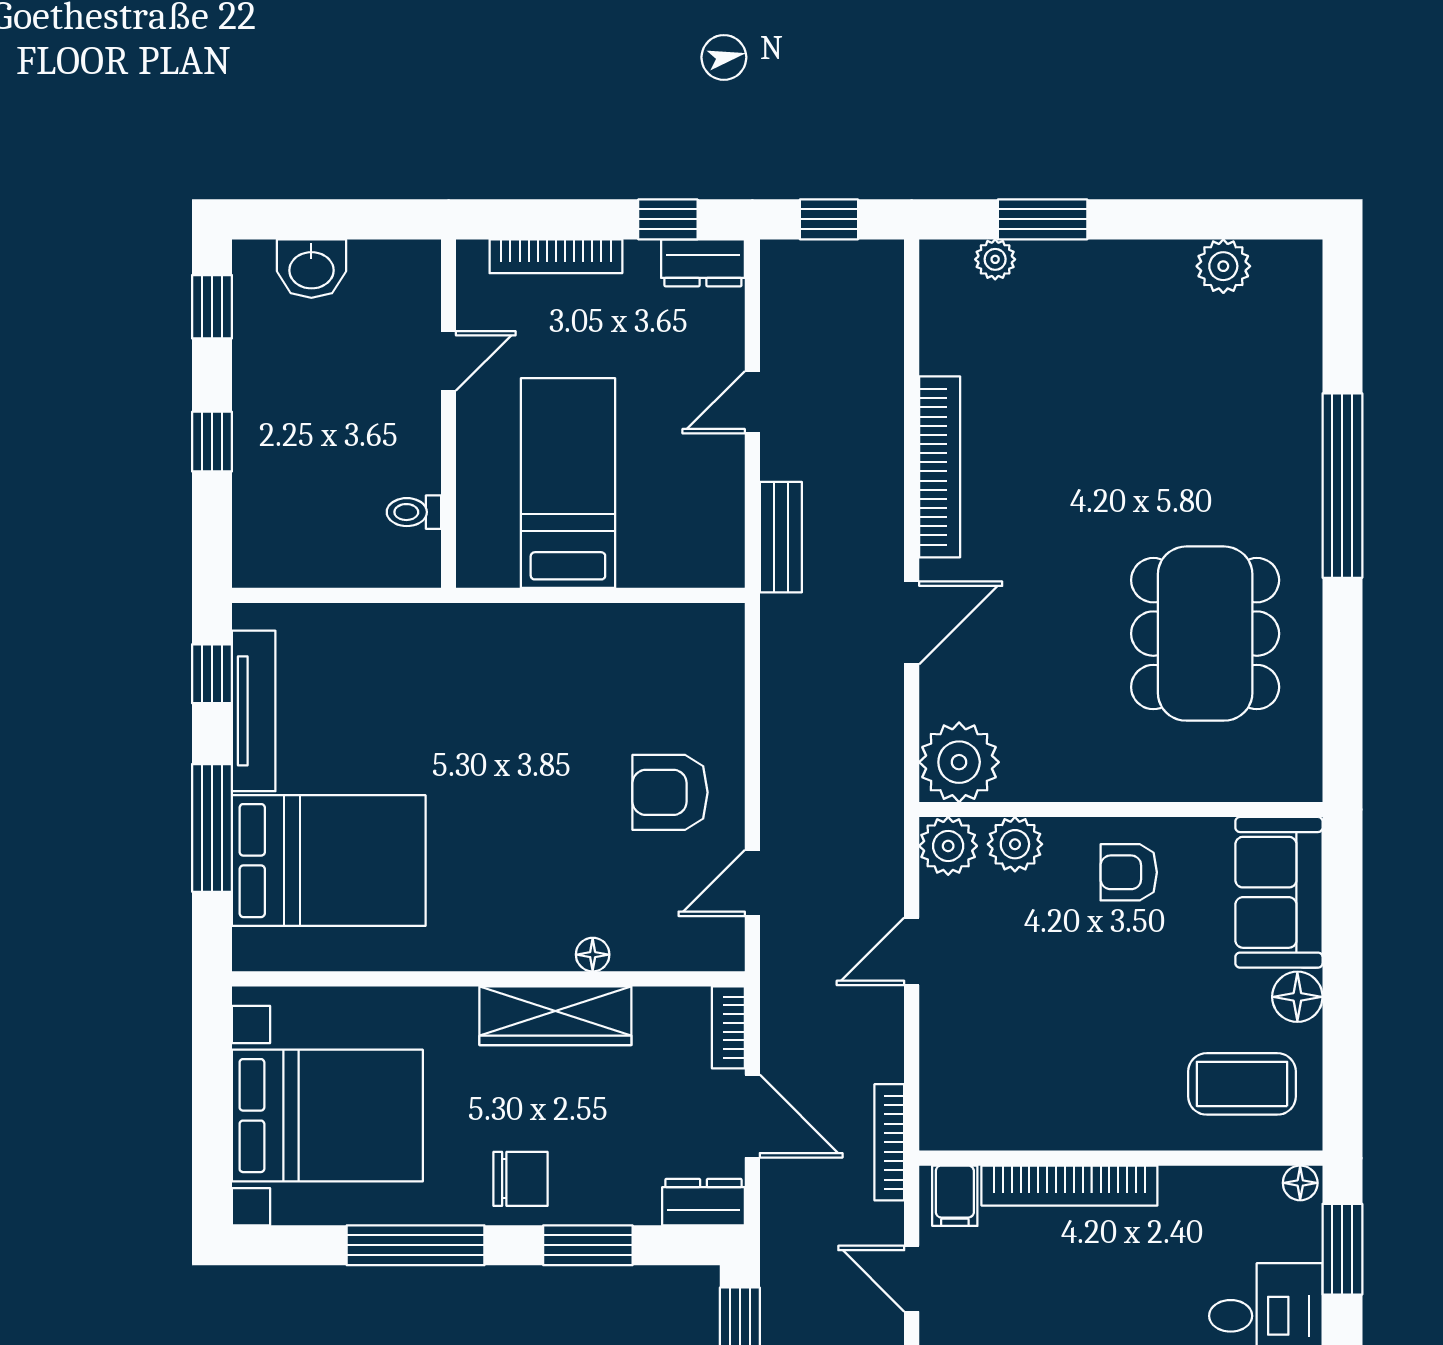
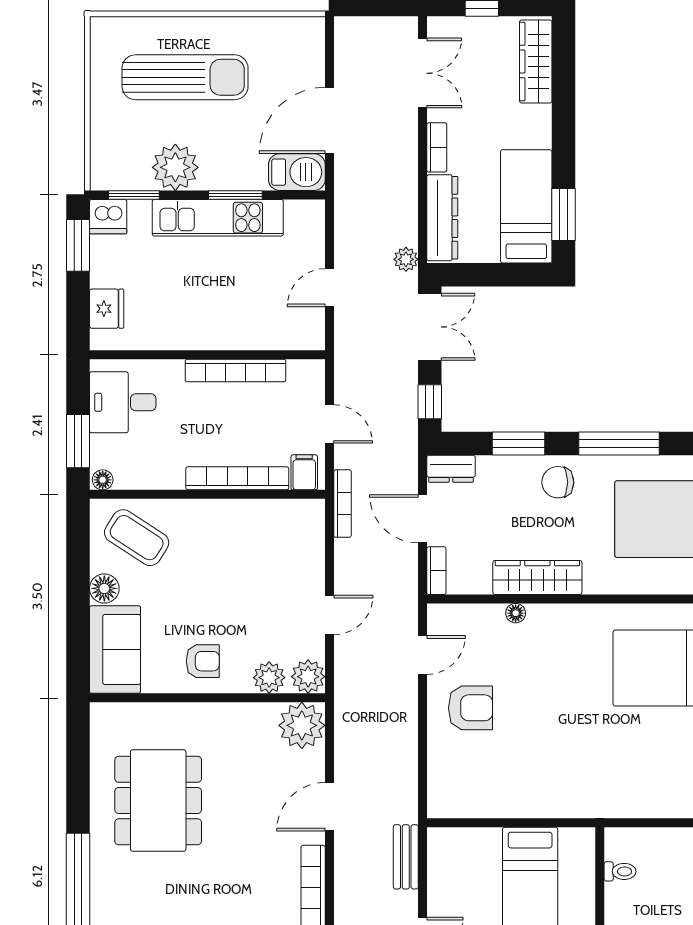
coffee table: (1242, 1084) -> (137, 538), turned 33

